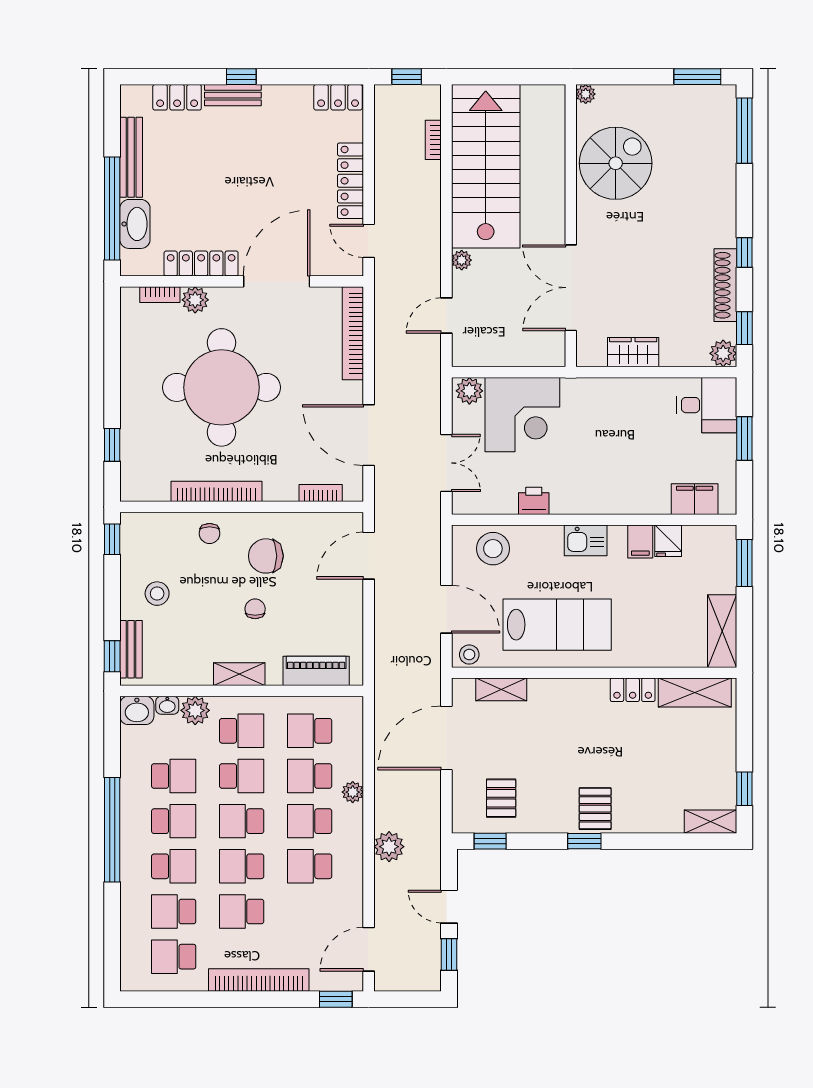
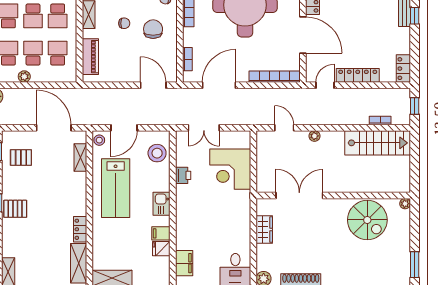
stairs: (486, 166) -> (378, 143), width x0.73, depth x0.66
plant: (469, 391) -> (243, 140), removed

